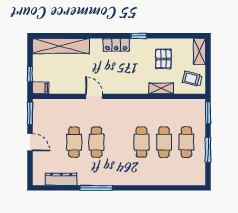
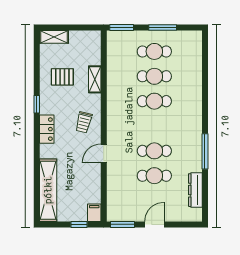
trolley: (192, 79) -> (84, 122), moved

